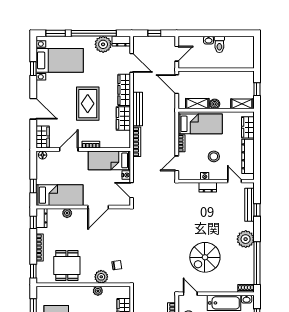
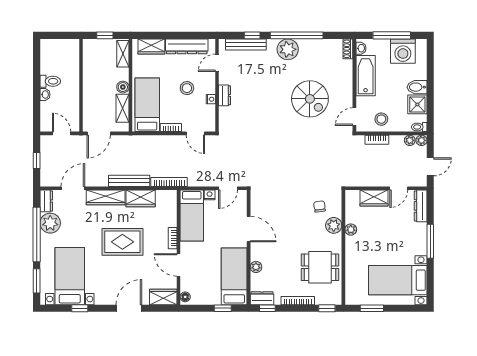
window: (257, 263) -> (297, 35), moved

